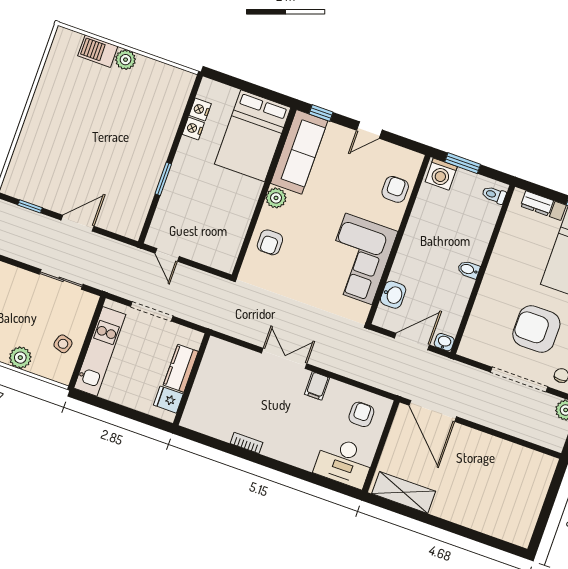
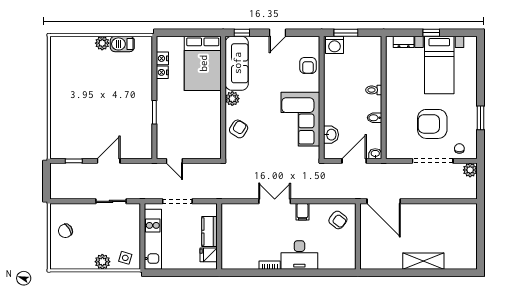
barbecue: (98, 51) -> (122, 44), moved
armchair: (395, 189) -> (308, 65), turned 180
toilet: (494, 195) -> (374, 90), moved
armchair: (270, 242) -> (239, 129), turned -148
bidet: (469, 269) -> (374, 118), moved
side table: (63, 344) -> (125, 258), moved
armchair: (361, 414) -> (338, 220), turned 128
desk: (344, 462) -> (299, 255), moved
shelving: (404, 492) -> (423, 261), moved

